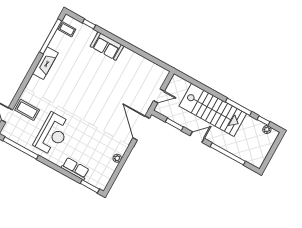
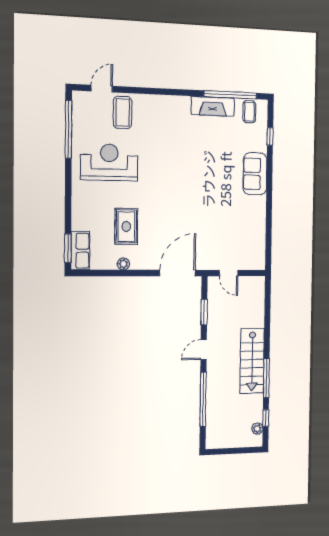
fireplace: (45, 63) -> (213, 106), moved
stairs: (213, 110) -> (252, 361), width x0.73, depth x0.66
reception desk: (52, 134) -> (109, 162), turned 180
door: (197, 137) -> (204, 349), swing flipped
rug: (96, 144) -> (126, 226), added
row of seats: (75, 169) -> (80, 251), moved

